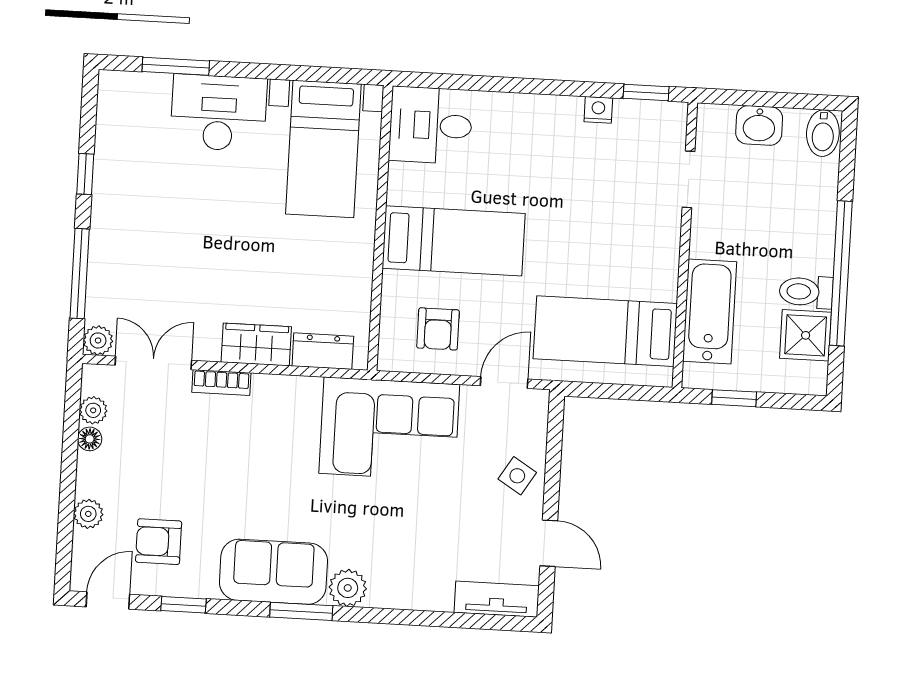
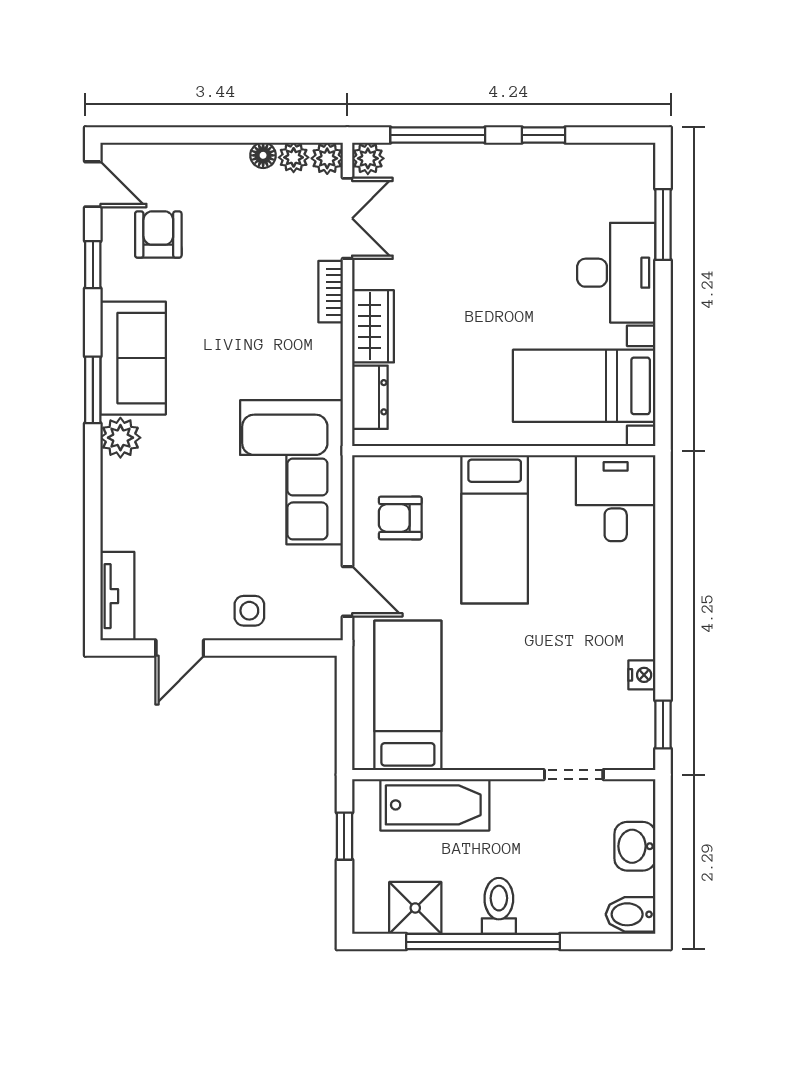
toilet: (806, 292) -> (499, 906), moved
side table: (517, 476) -> (249, 611), turned -32
plant: (88, 514) -> (327, 158), moved

